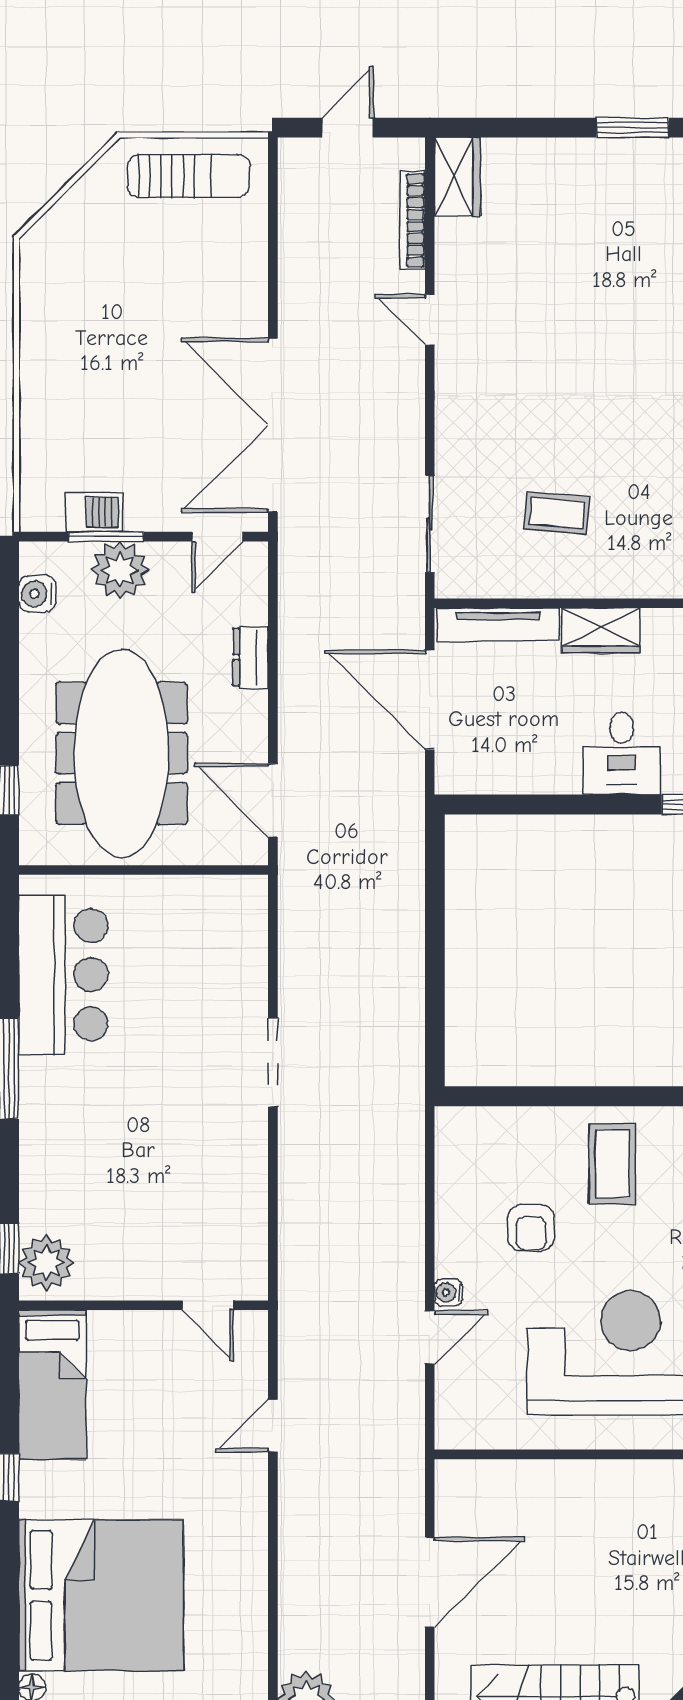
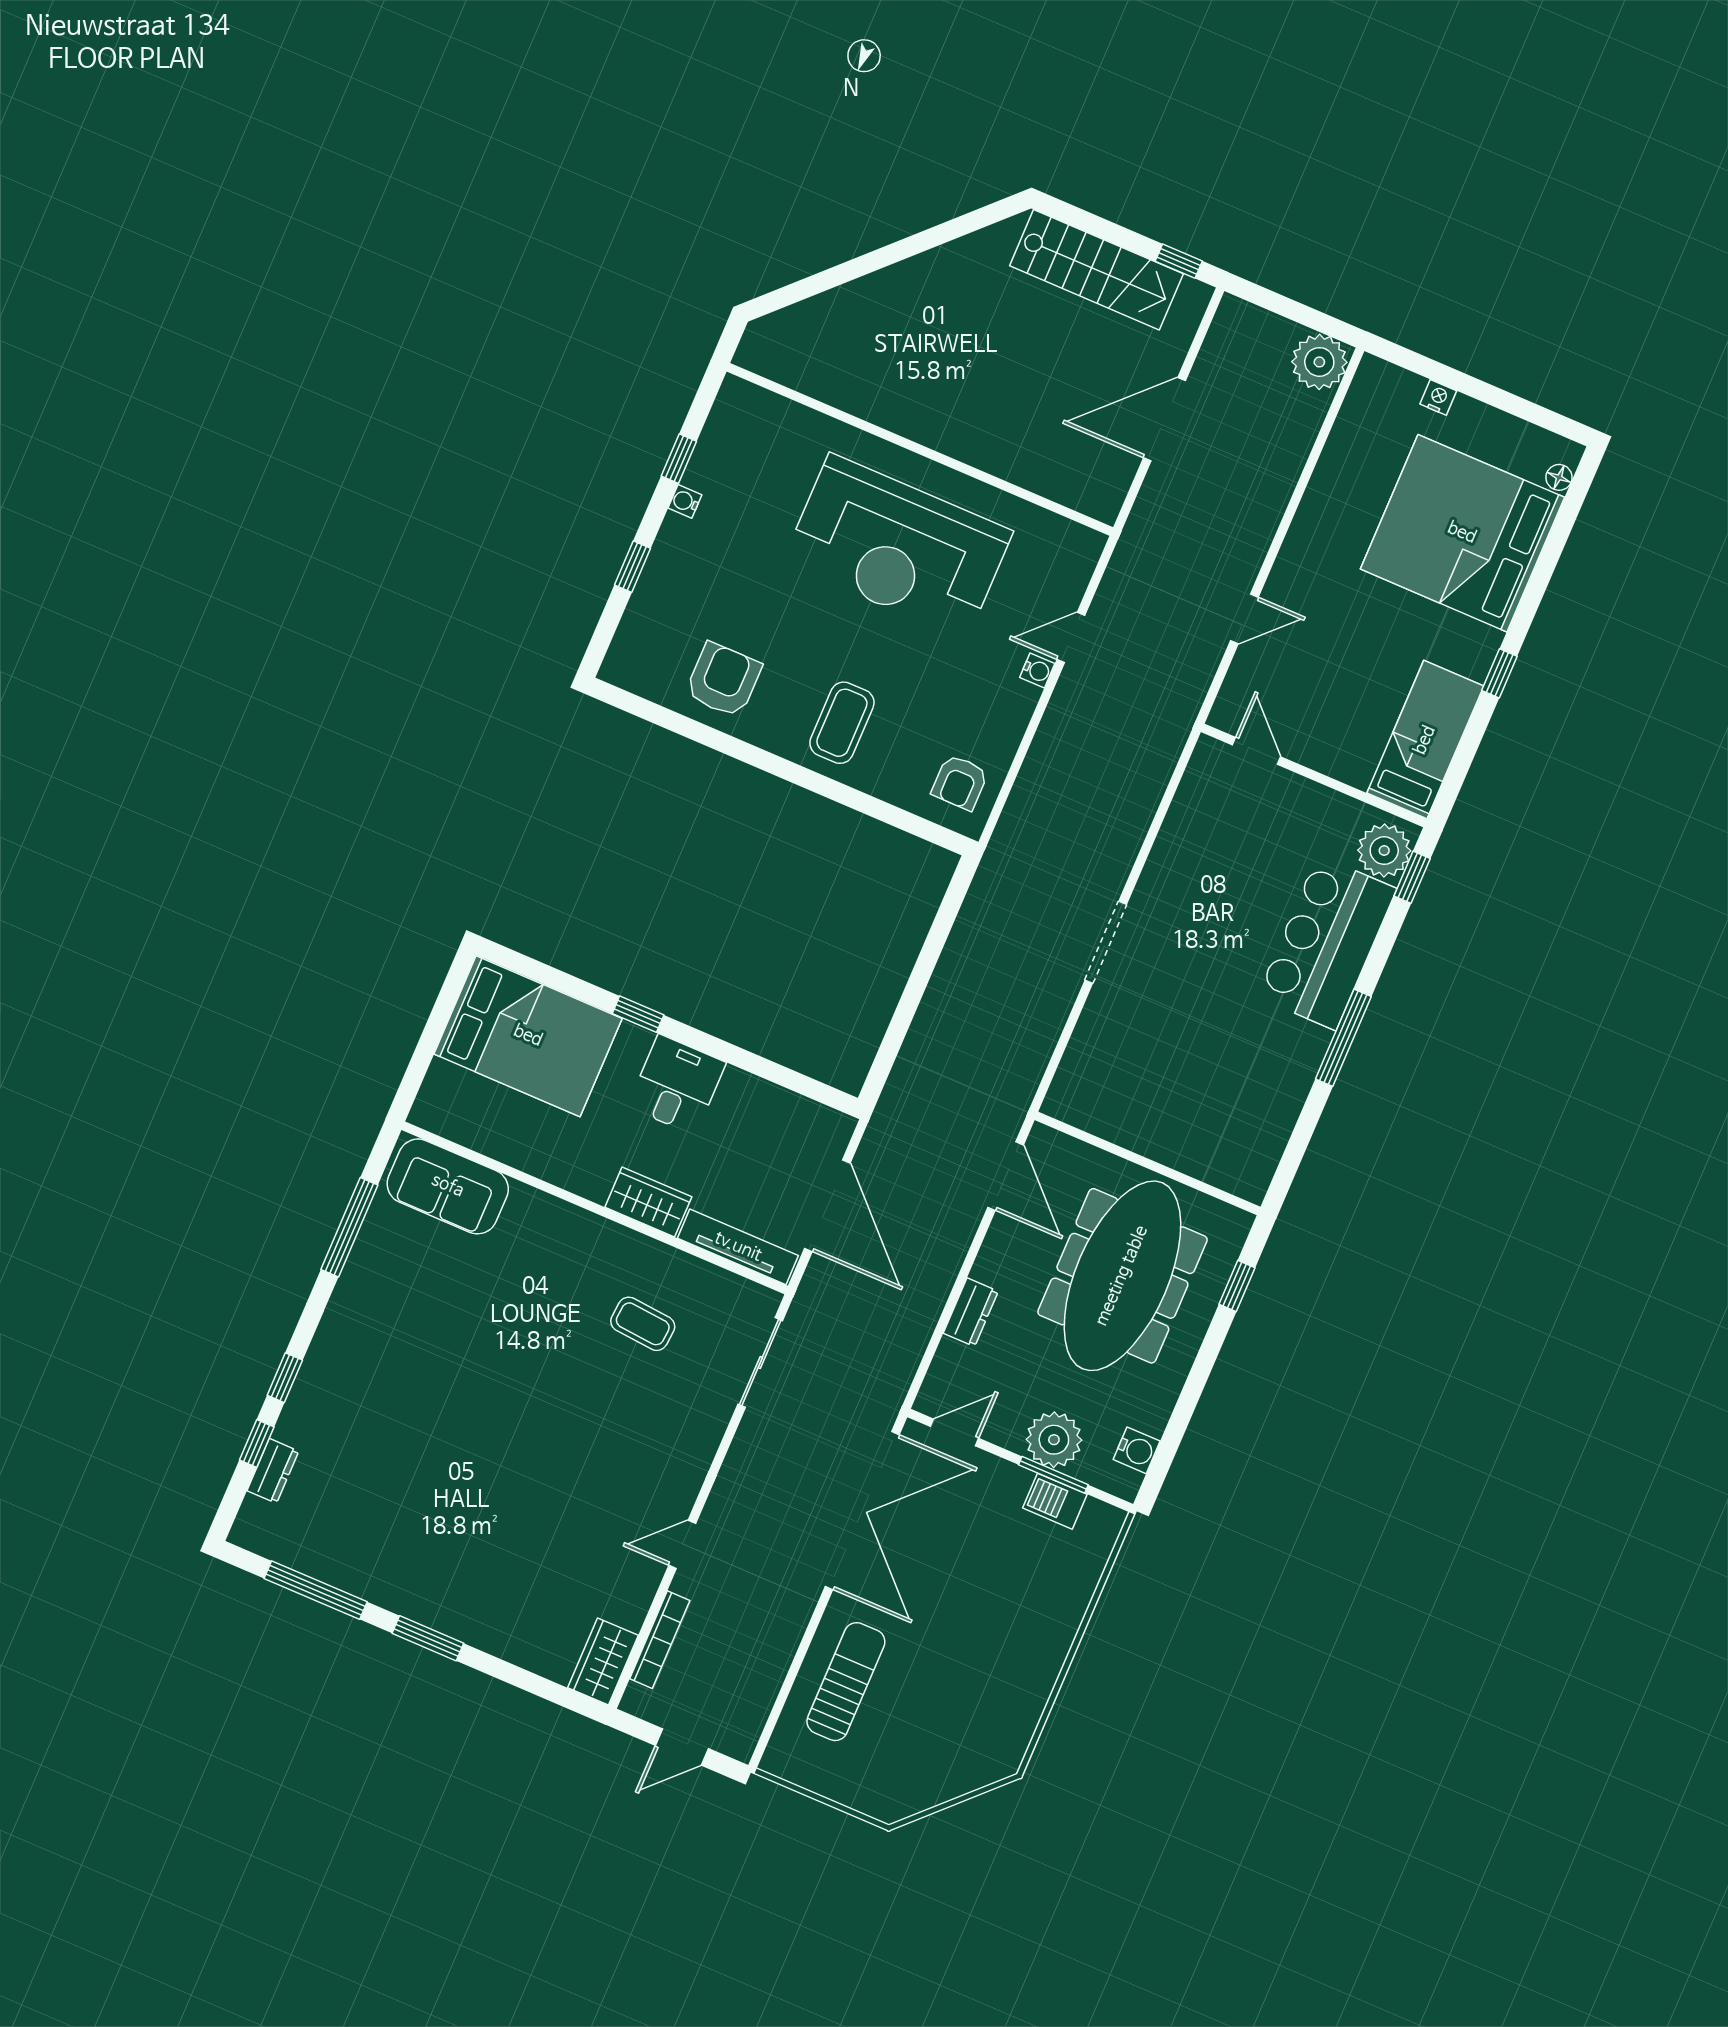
sun lounger: (188, 176) -> (846, 1682), moved, turned 90
door: (430, 320) -> (682, 1544), swing flipped
bar counter: (63, 975) -> (1327, 943), moved
armchair: (531, 1228) -> (960, 782), moved, turned 180

